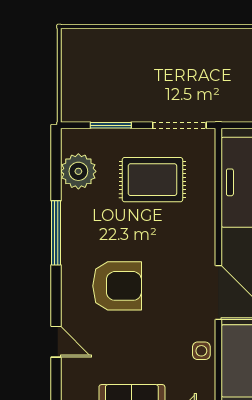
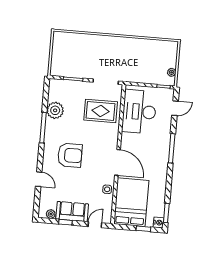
plant: (78, 171) -> (55, 110), moved
rug: (152, 180) -> (101, 111), moved

